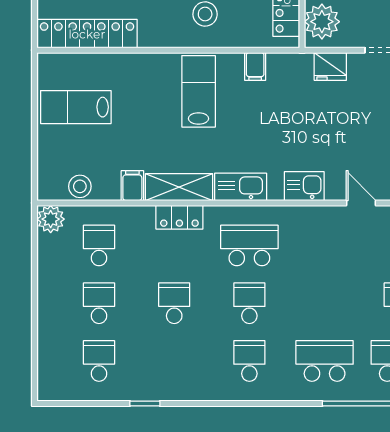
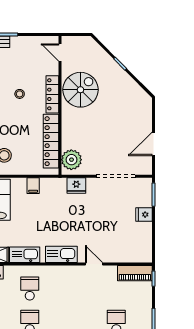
kitchen sink: (304, 186) -> (61, 254), width x1.38
school desk: (249, 245) -> (30, 289), width x0.54

